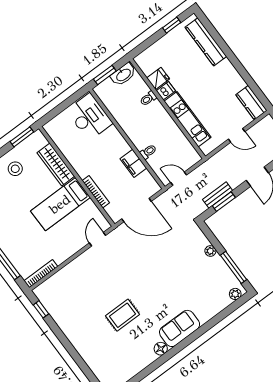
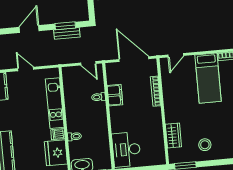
fridge: (158, 78) -> (56, 153), width x1.88, depth x1.34
wardrobe: (56, 165) -> (173, 135), width x0.67
bed: (60, 204) -> (208, 78), moved, turned 90

